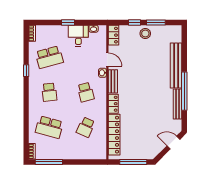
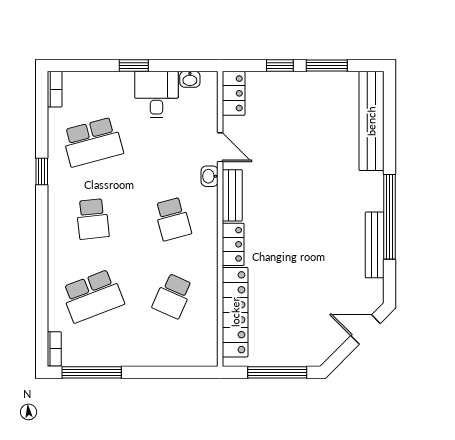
stool: (145, 33) -> (304, 90), removed
bench: (176, 66) -> (371, 121), moved
school desk: (49, 127) -> (93, 296), turned -36

